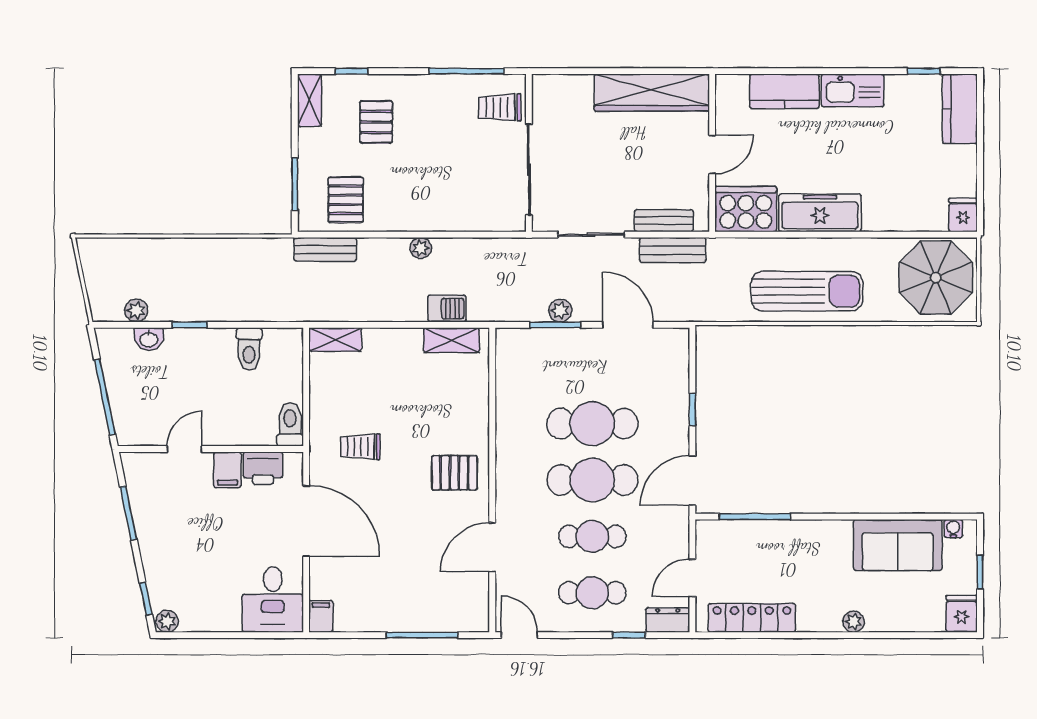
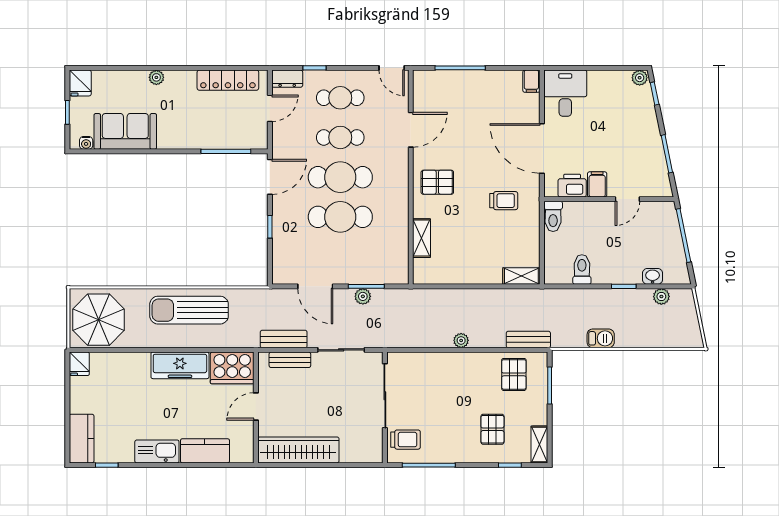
barbecue: (447, 309) -> (601, 338), moved, turned 180
shelving: (451, 340) -> (422, 238), moved, turned 90

